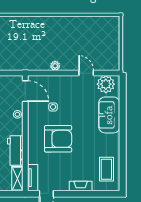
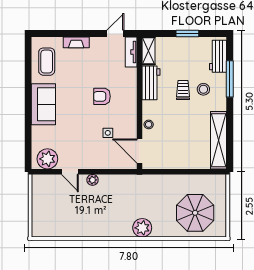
plant: (23, 24) -> (142, 228), added
plant: (55, 66) -> (93, 180), moved
sofa: (109, 115) -> (43, 104), moved
armchair: (58, 139) -> (102, 96), width x0.53, depth x0.53

